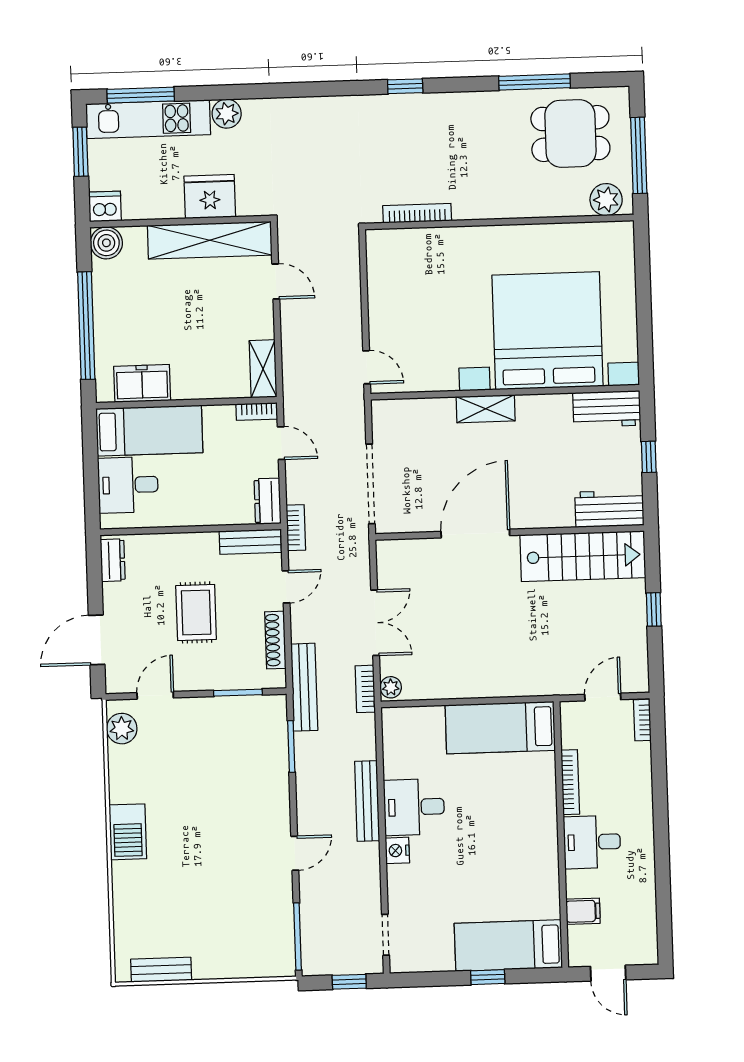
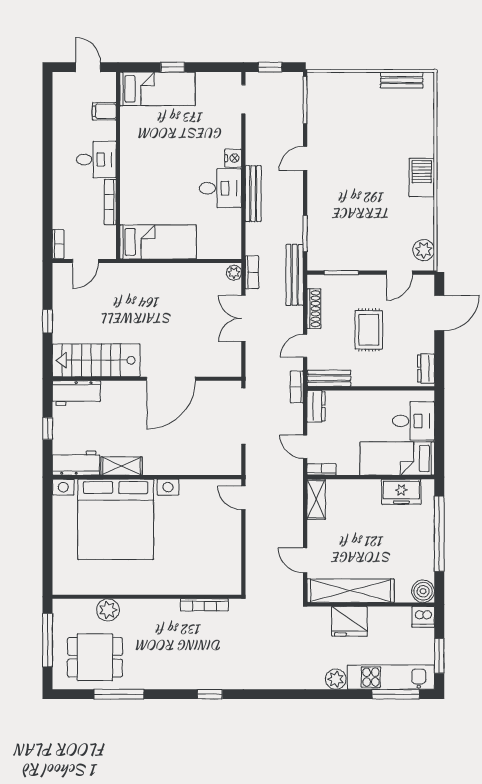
plant: (606, 200) -> (108, 610), moved
shelving: (486, 409) -> (121, 466), moved

